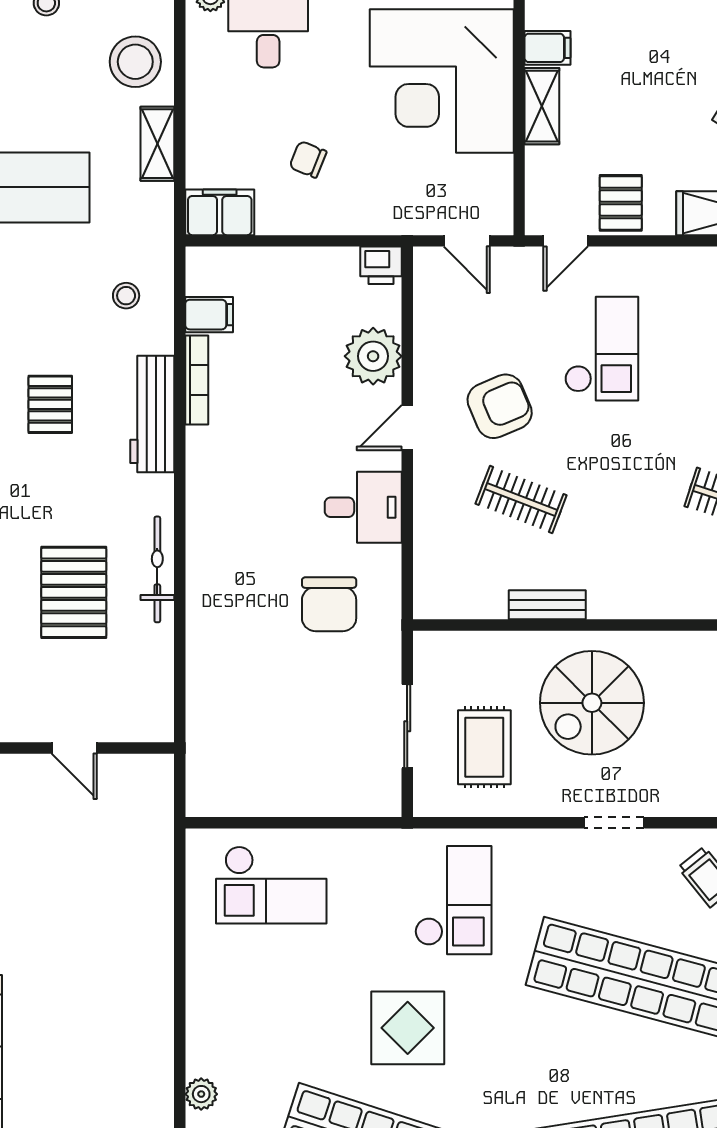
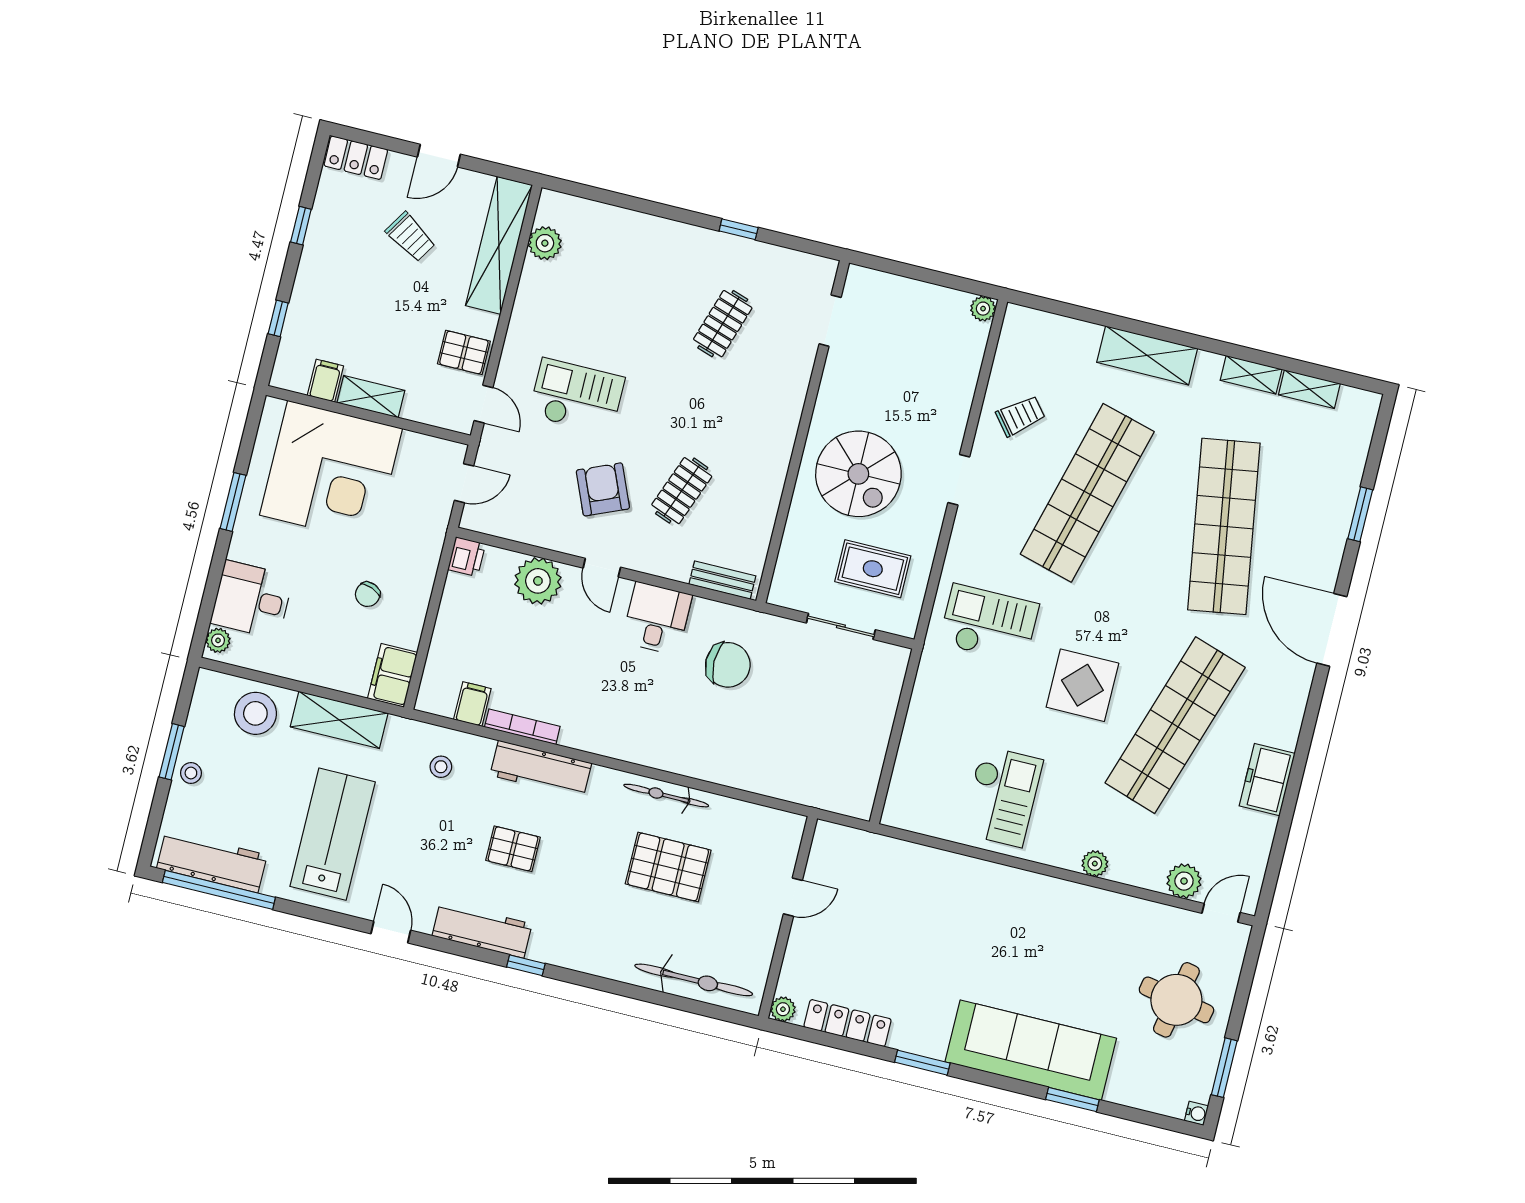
shelving: (157, 144) -> (339, 720), width x1.50, depth x1.33
bench: (547, 605) -> (722, 580), moved, turned 90
checkout: (271, 885) -> (1002, 796), moved

